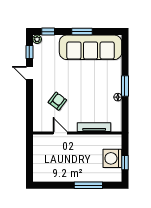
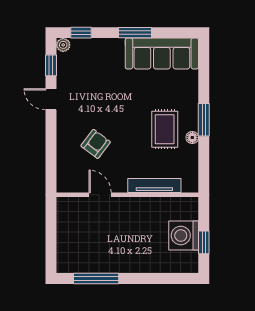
sofa: (91, 47) -> (162, 54), width x0.74, depth x0.79
rug: (101, 92) -> (165, 129), added
window: (88, 185) -> (96, 278), moved

